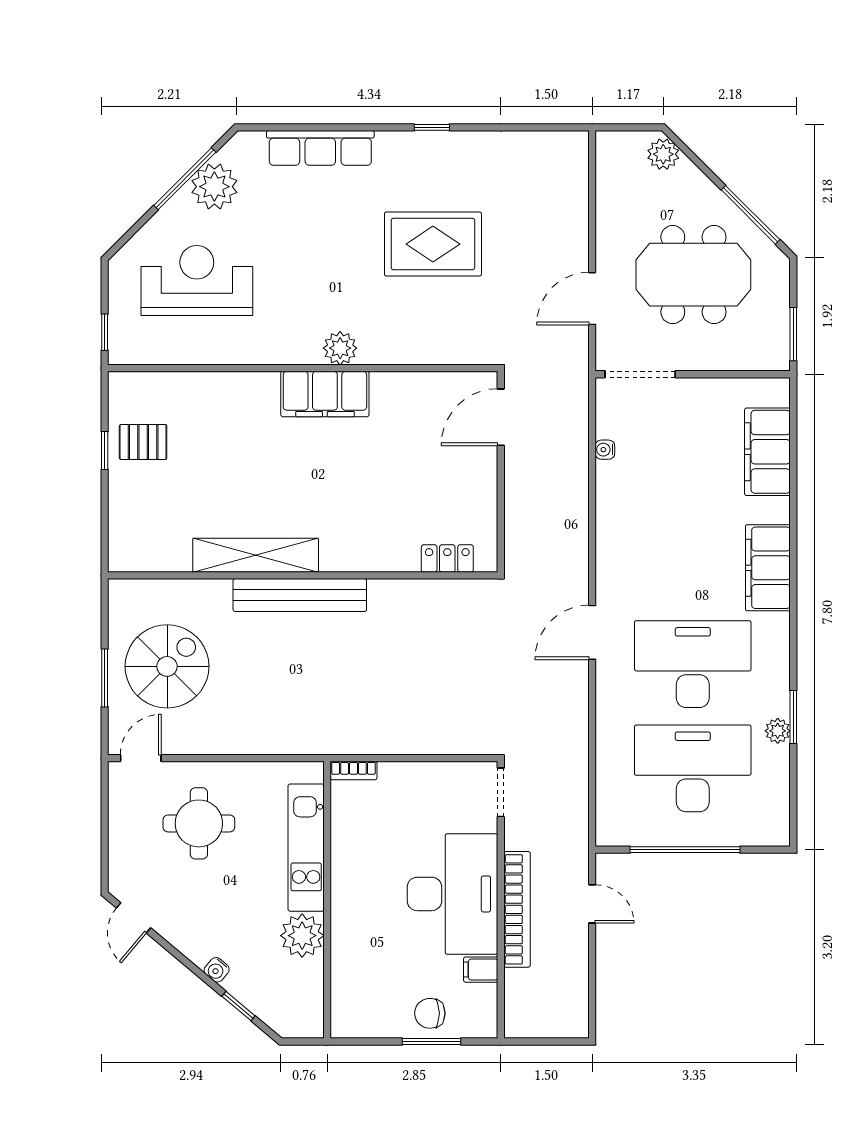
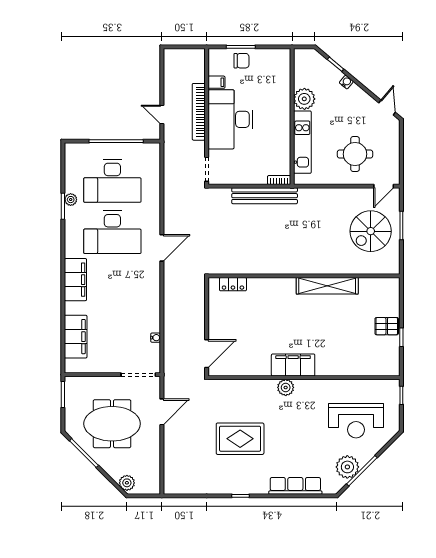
pallet: (143, 442) -> (387, 326), moved
bench: (300, 595) -> (265, 196), moved

